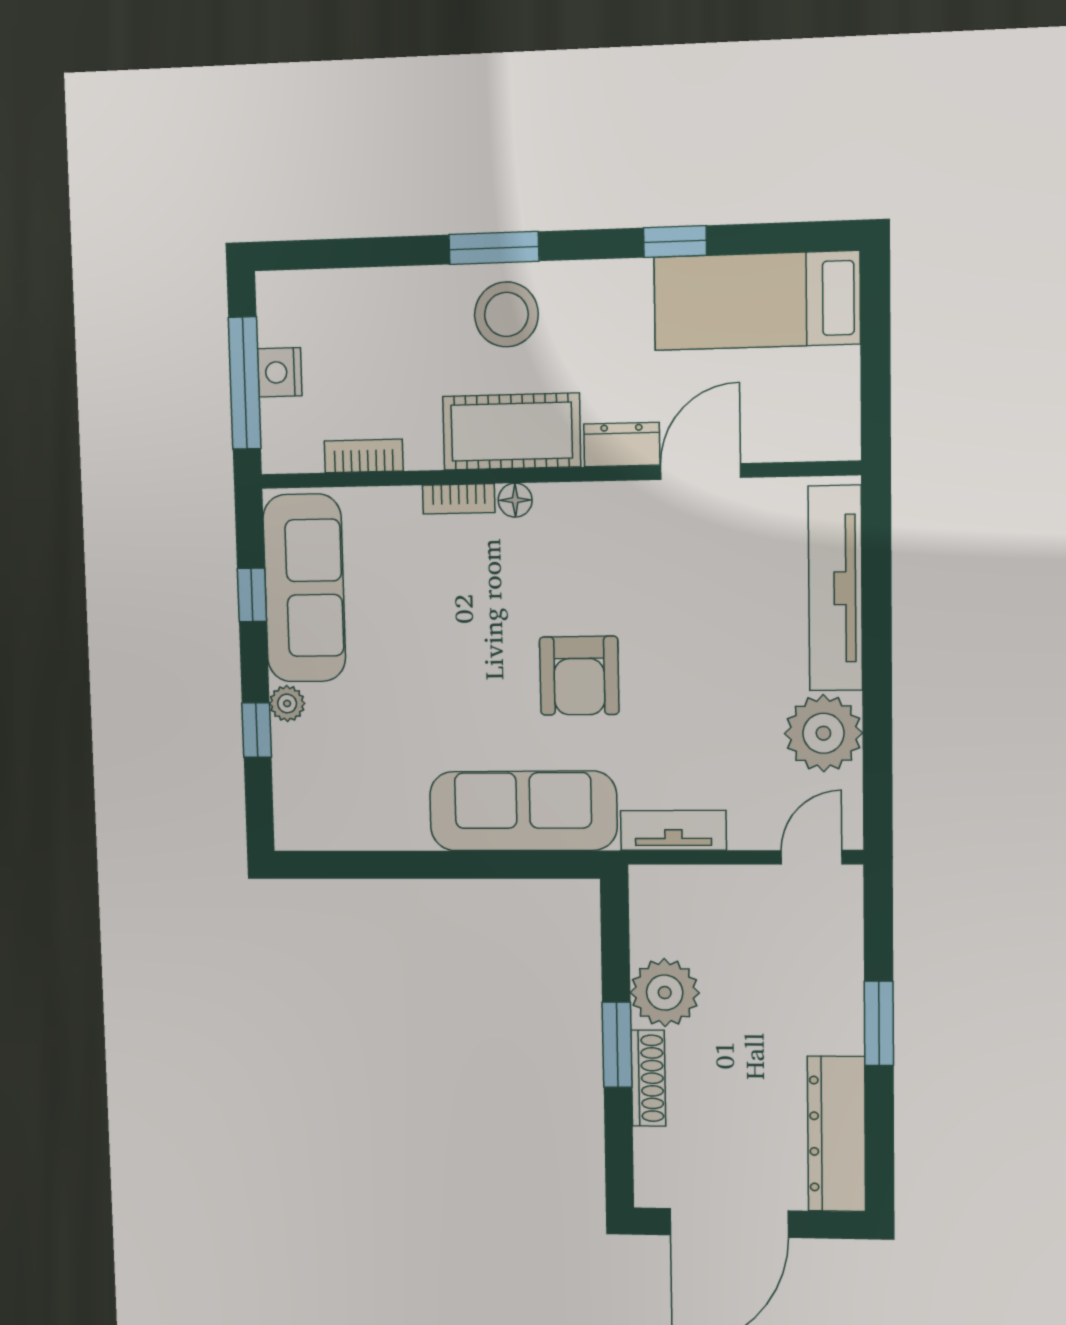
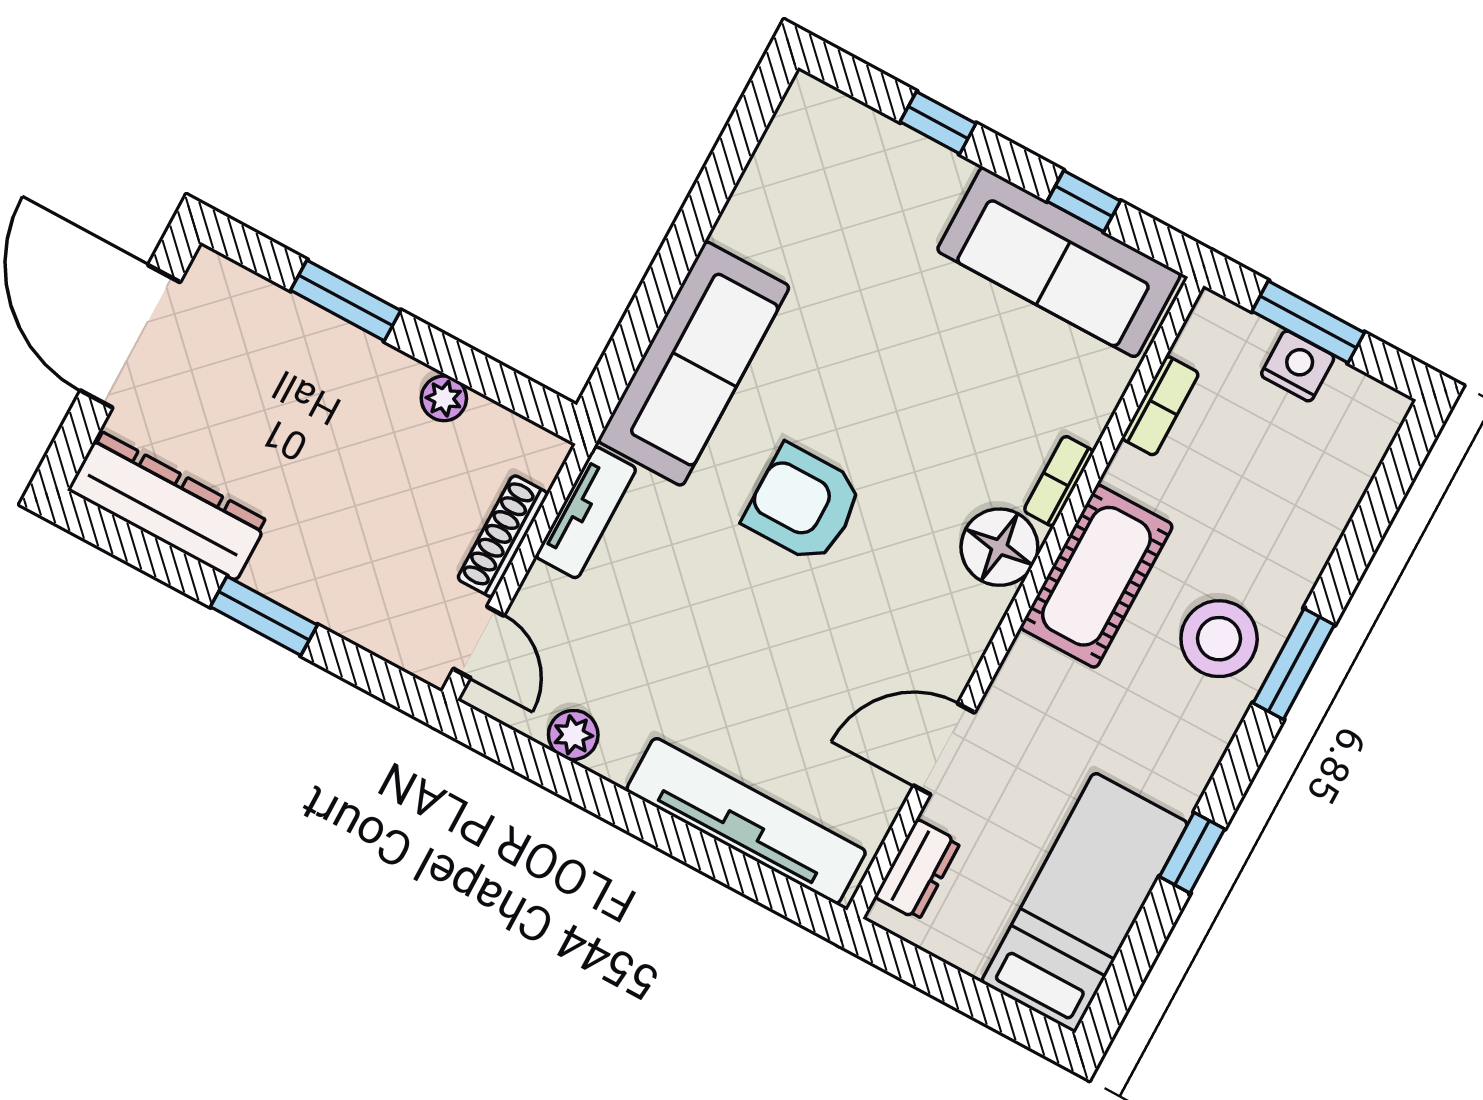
window: (245, 383) -> (1308, 322), width x0.69
dresser: (622, 444) -> (918, 870), moved
door: (701, 471) -> (944, 749), swing flipped
floor lamp: (515, 500) -> (999, 547), width x1.89, depth x1.89
plant: (287, 703) -> (948, 173), removed
plant: (823, 733) -> (573, 735), width x0.53, depth x0.53
plant: (665, 993) -> (444, 398), width x0.53, depth x0.53
window: (617, 1045) -> (346, 300), moved
shoe rack: (648, 1078) -> (503, 536), moved, turned 90

